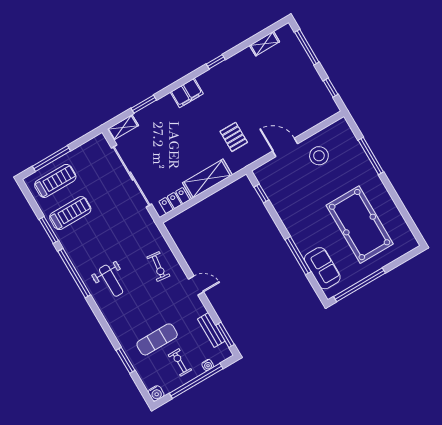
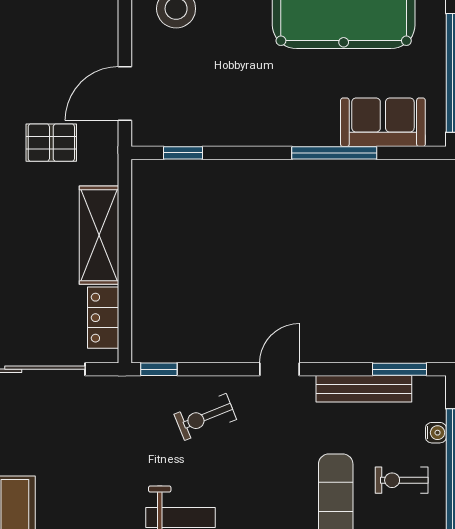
door: (285, 147) -> (125, 94), moved
window: (167, 236) -> (159, 369), added
exercise bike: (158, 266) -> (205, 417), turned 151
bench: (211, 330) -> (364, 389), width x1.36

